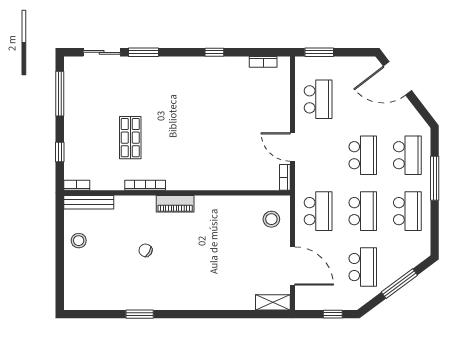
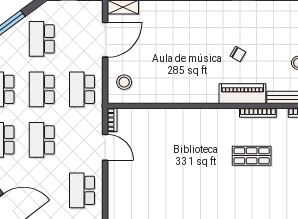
shop shelf: (130, 138) -> (252, 156), turned 90
bookcase: (145, 185) -> (258, 113), moved
piano: (175, 204) -> (242, 94), moved, width x1.37, depth x1.33
door: (292, 266) -> (105, 40), swing flipped

